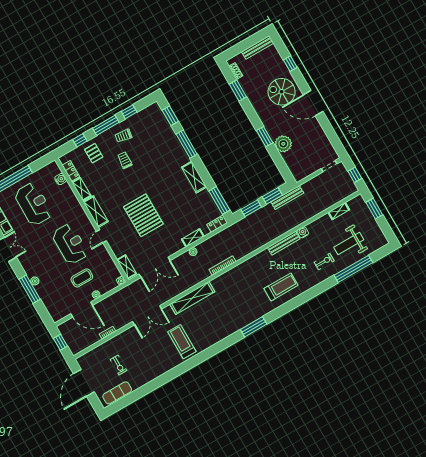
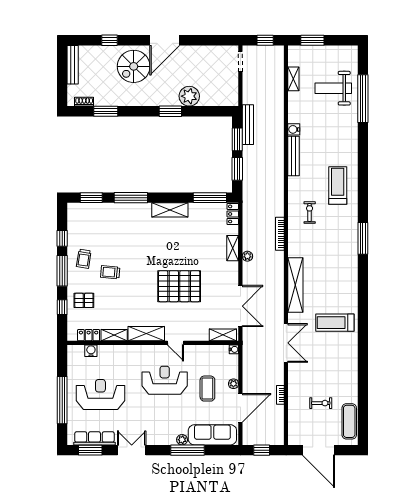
weight bench: (349, 243) -> (333, 88), turned 90
exercise bike: (324, 262) -> (310, 212), moved
sofa: (51, 301) -> (212, 435), added

